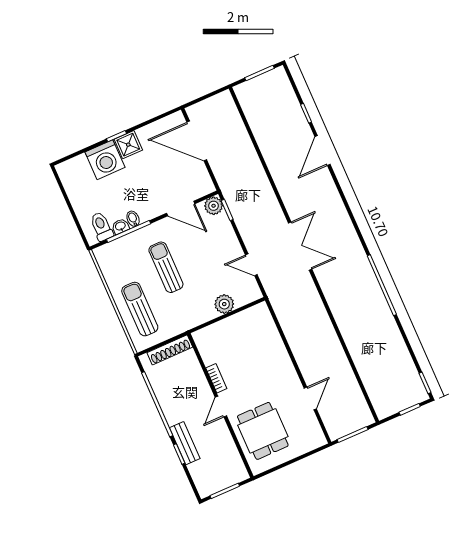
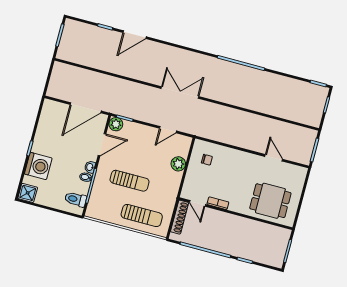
door: (197, 141) -> (86, 108), moved
shower: (128, 145) -> (28, 193), moved
door: (322, 151) -> (135, 35), hinge flipped
washbasin: (120, 226) -> (90, 167), moved
sun lounger: (166, 267) -> (130, 181), turned 180
sun lounger: (140, 309) -> (142, 216), turned 180
chair: (252, 330) -> (207, 160), added
door: (221, 407) -> (198, 203), moved
bench: (185, 443) -> (241, 252), removed

